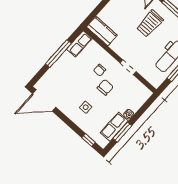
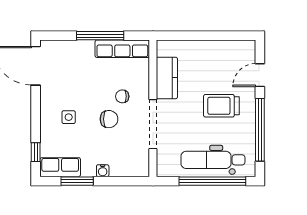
kitchen counter: (102, 31) -> (167, 78), moved
row of seats: (79, 44) -> (122, 49), width x1.48
doorway: (128, 67) -> (153, 124), width x1.87
row of seats: (114, 127) -> (60, 167), moved

